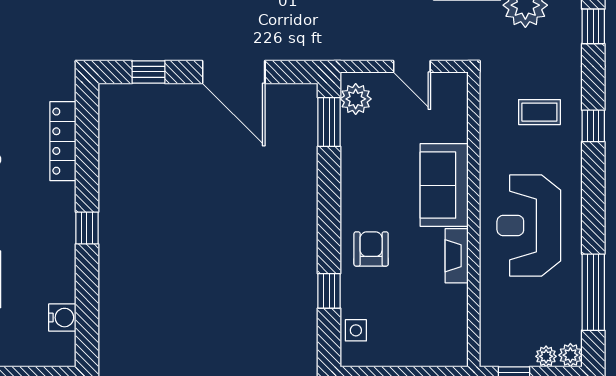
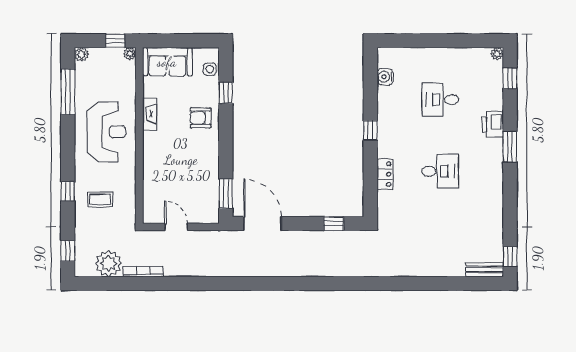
door: (234, 72) -> (262, 224), moved
plant: (356, 99) -> (210, 207), removed
locker: (63, 141) -> (385, 174), width x0.66
sofa: (444, 185) -> (167, 62), moved, turned 90
armchair: (371, 249) -> (201, 118), turned 90
plant: (546, 356) -> (130, 54), moved

